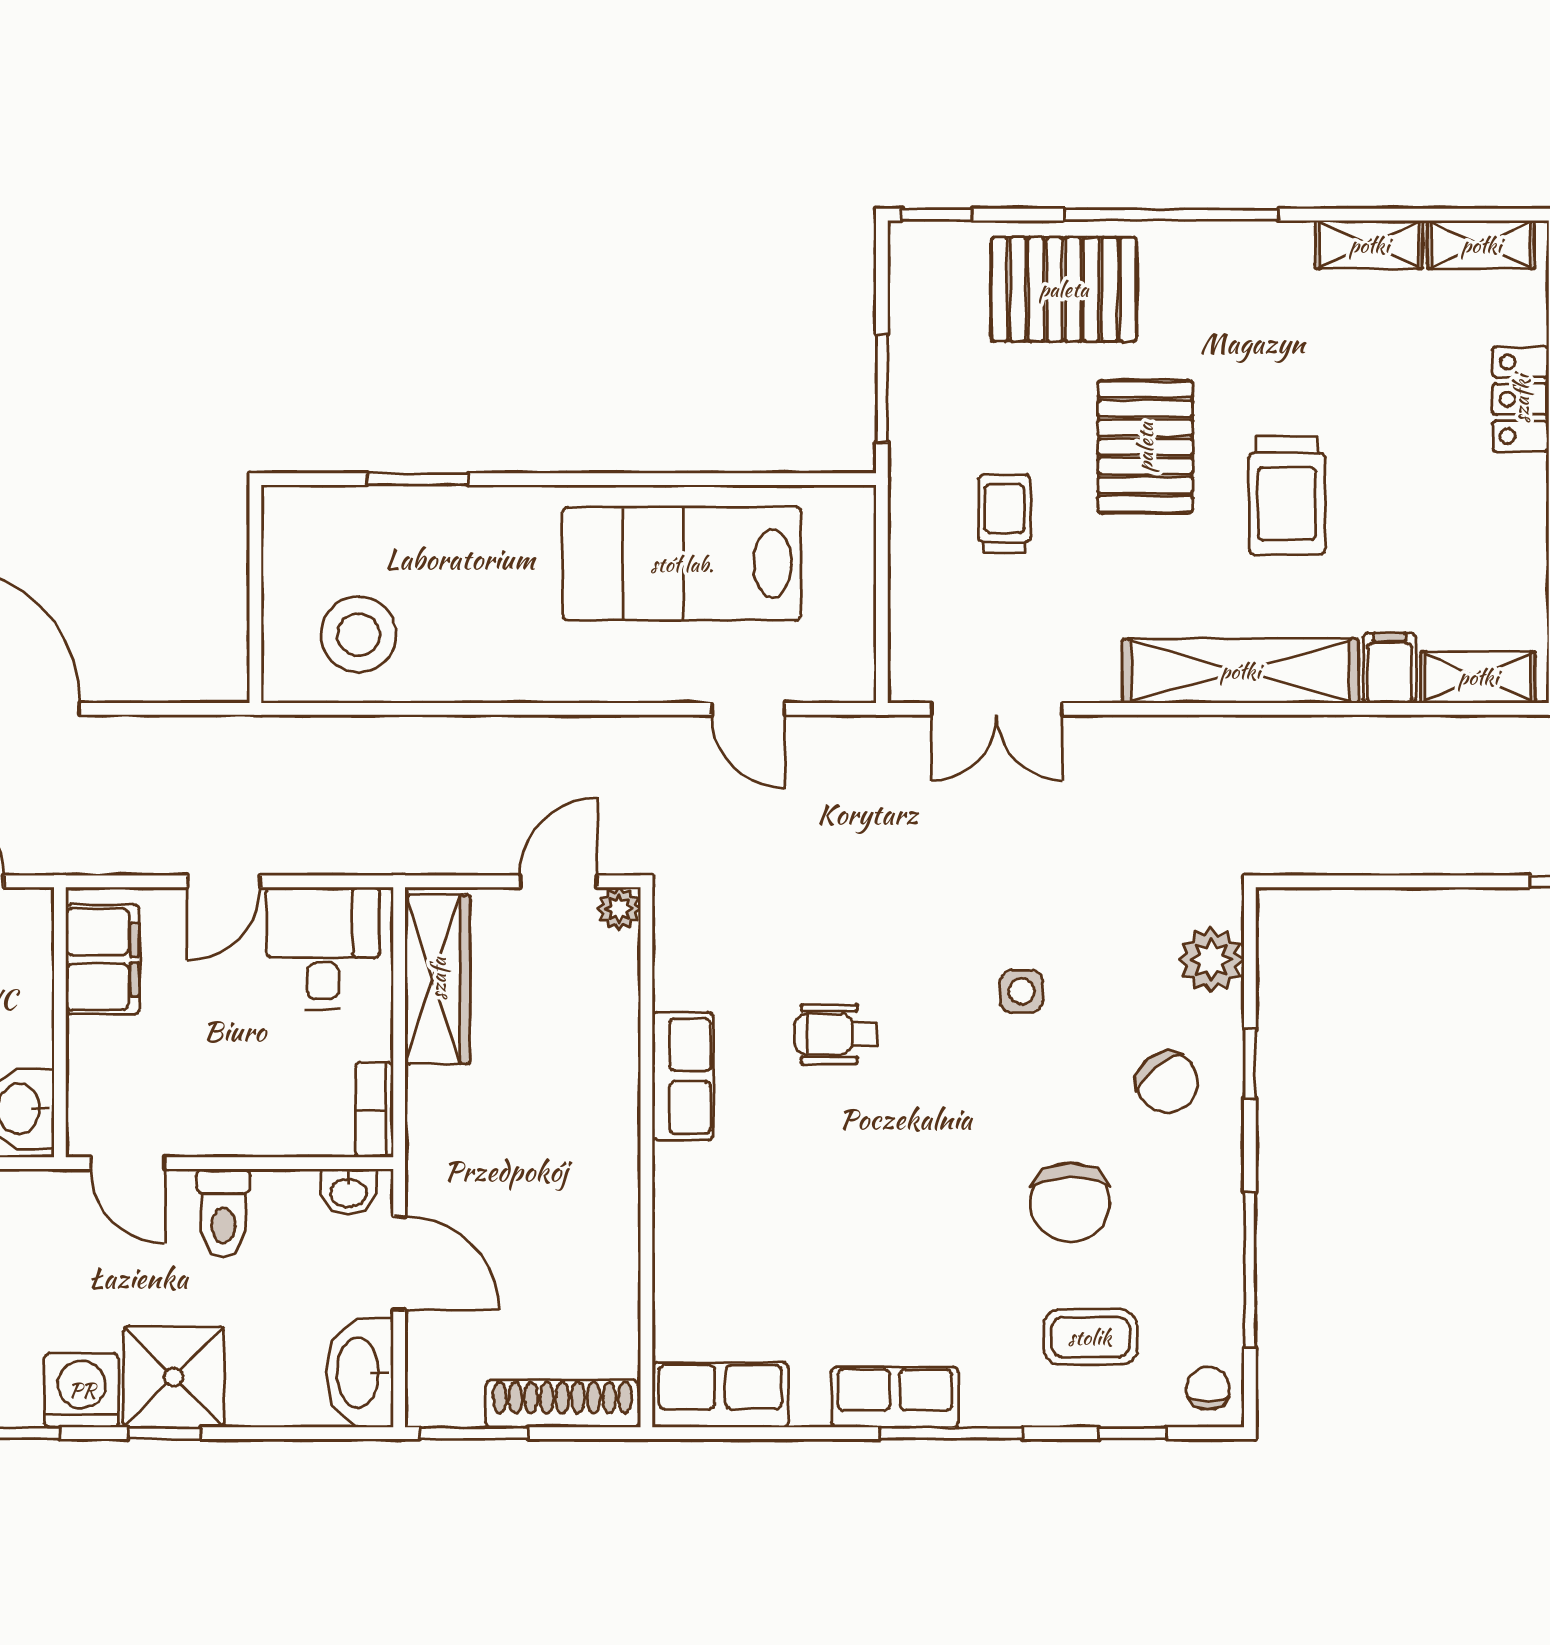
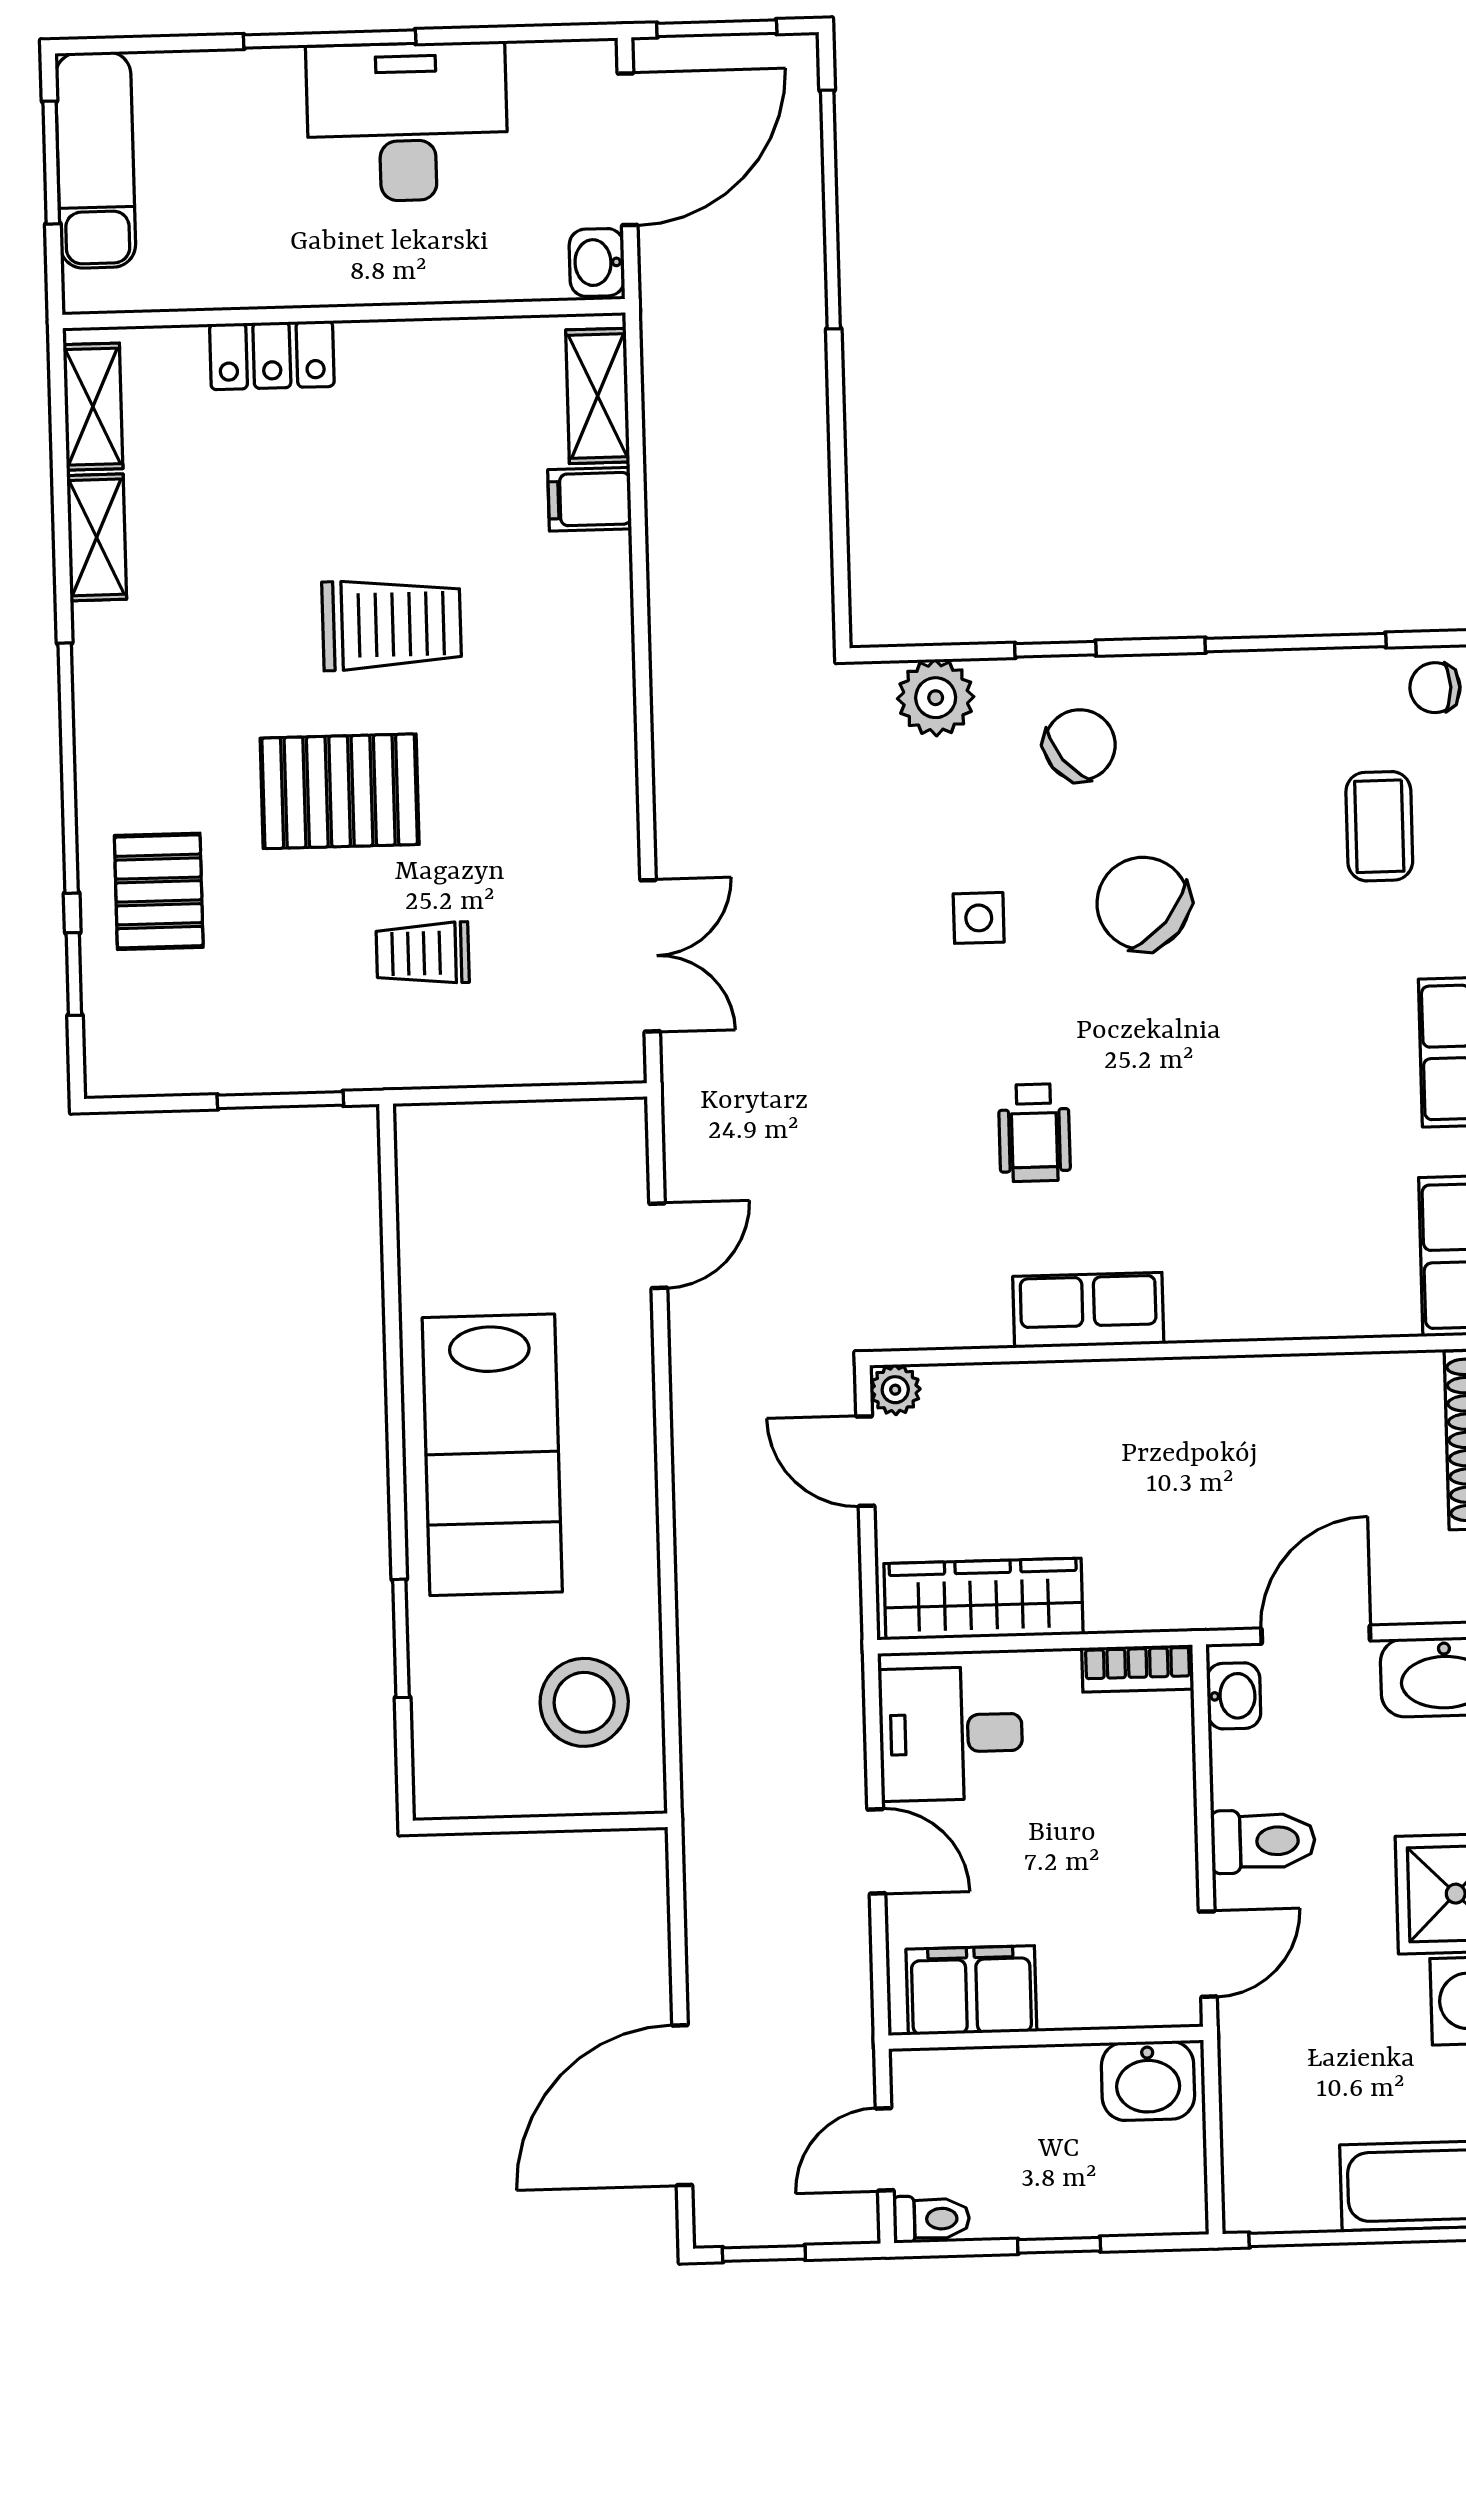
window: (937, 215) -> (74, 974), moved
pallet: (1064, 289) -> (159, 891), width x0.67, depth x0.71
lab bench: (682, 564) -> (492, 1455), moved
shelving: (1240, 671) -> (598, 673), removed
chair: (1070, 1202) -> (1143, 903), moved, turned -139

